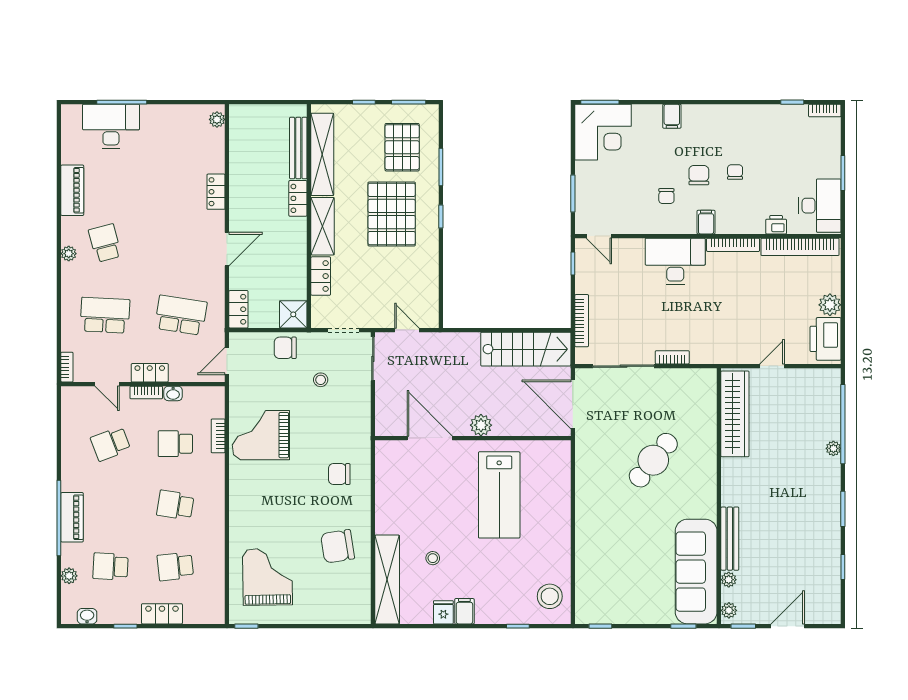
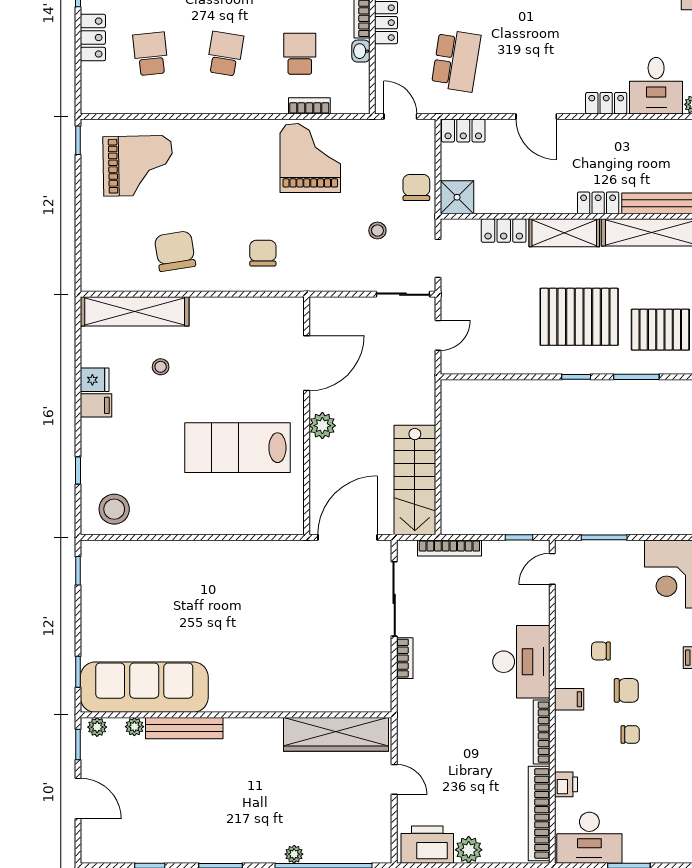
desk: (202, 151) -> (656, 86), added
cafe table: (653, 460) -> (280, 635), removed

